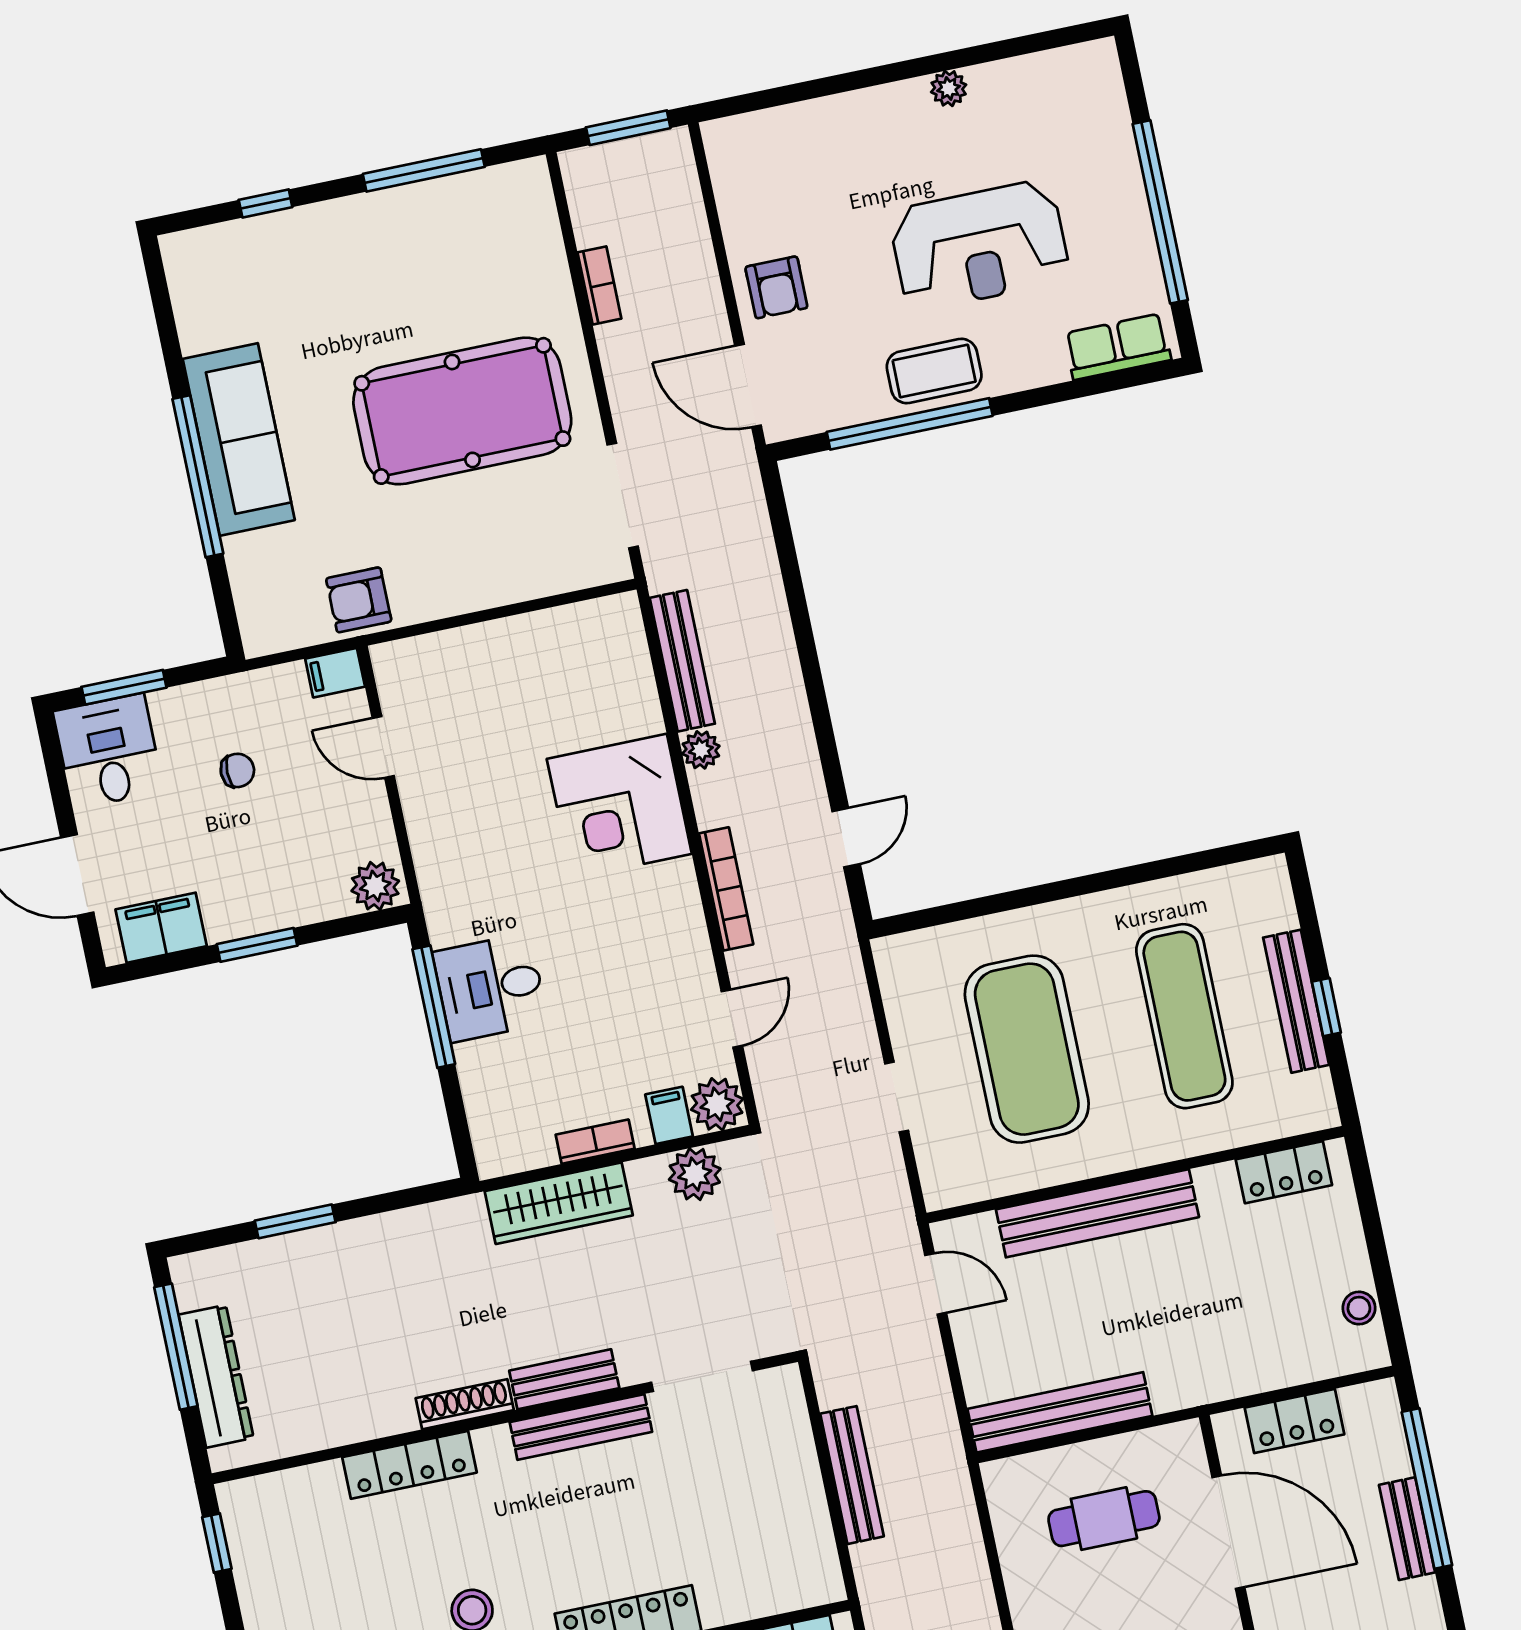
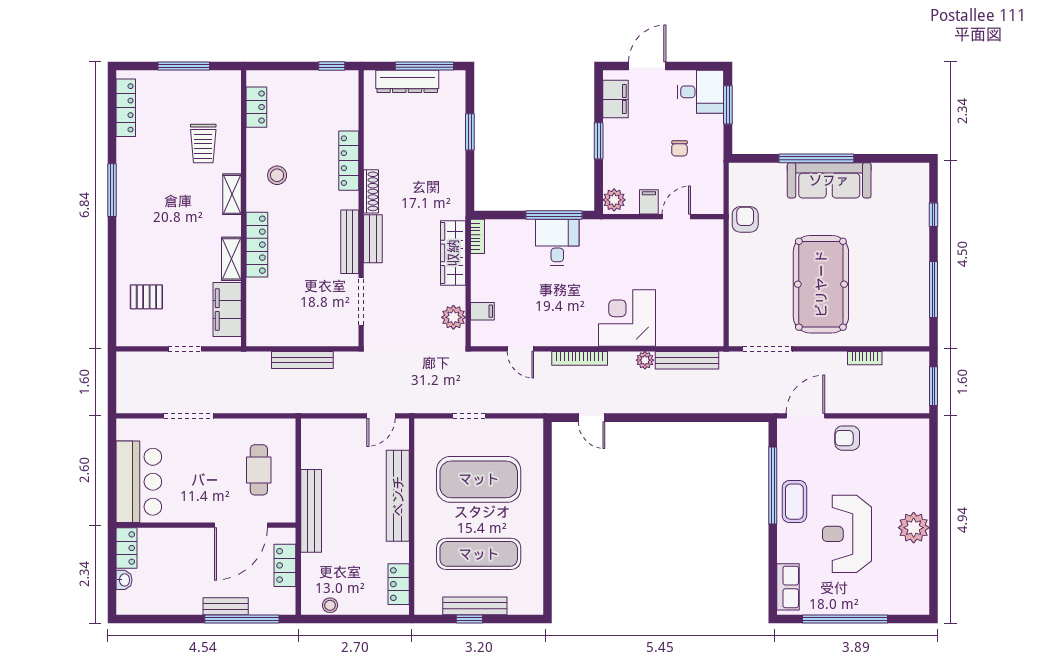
plant: (949, 88) -> (914, 528), width x1.88, depth x1.88
filing cabinet: (335, 673) -> (649, 202), moved
plant: (717, 1104) -> (483, 334), removed
bookcase: (595, 1142) -> (478, 236), moved
bench: (1060, 1412) -> (311, 511), moved

